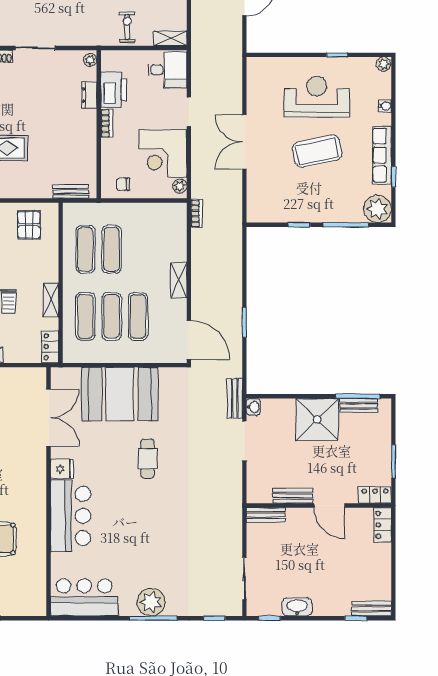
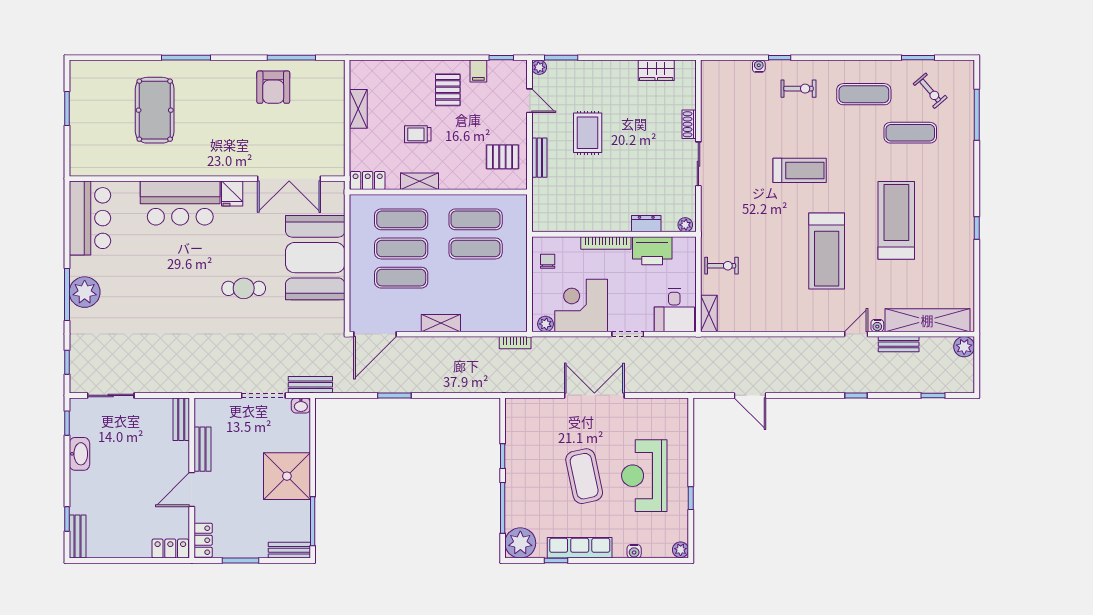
reception desk: (317, 97) -> (644, 476), turned 180
bookcase: (107, 123) -> (606, 243), width x1.56
bench: (71, 192) -> (539, 158), moved
bench: (359, 406) -> (289, 550), moved, turned 90

